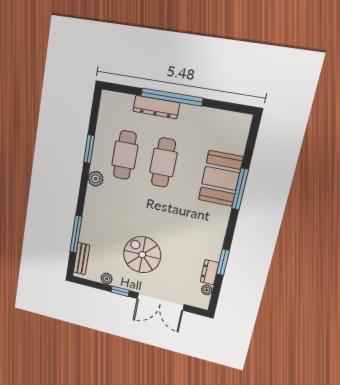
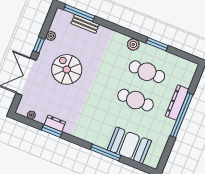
booth: (221, 178) -> (129, 145), moved
window: (76, 234) -> (79, 13), moved
spiral stairs: (142, 255) -> (67, 69), turned -90
bench: (82, 259) -> (85, 24), moved
dresser: (209, 272) -> (55, 123), moved

